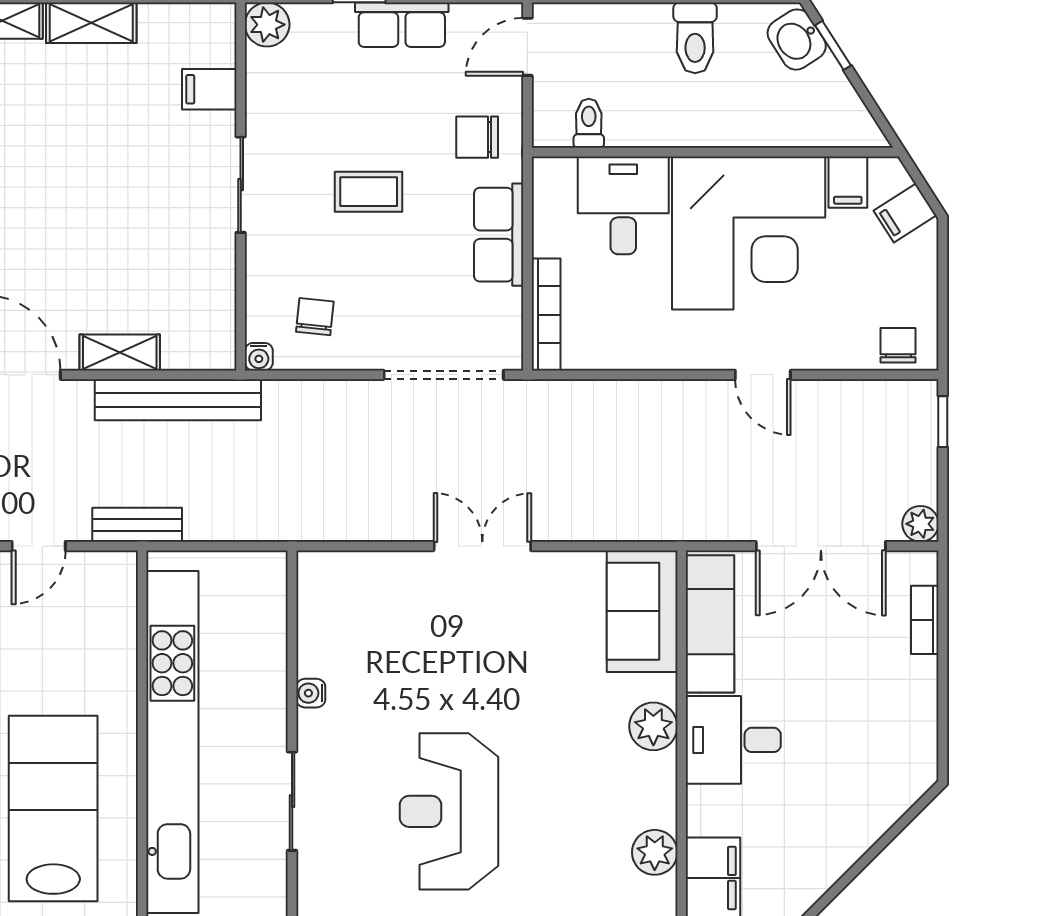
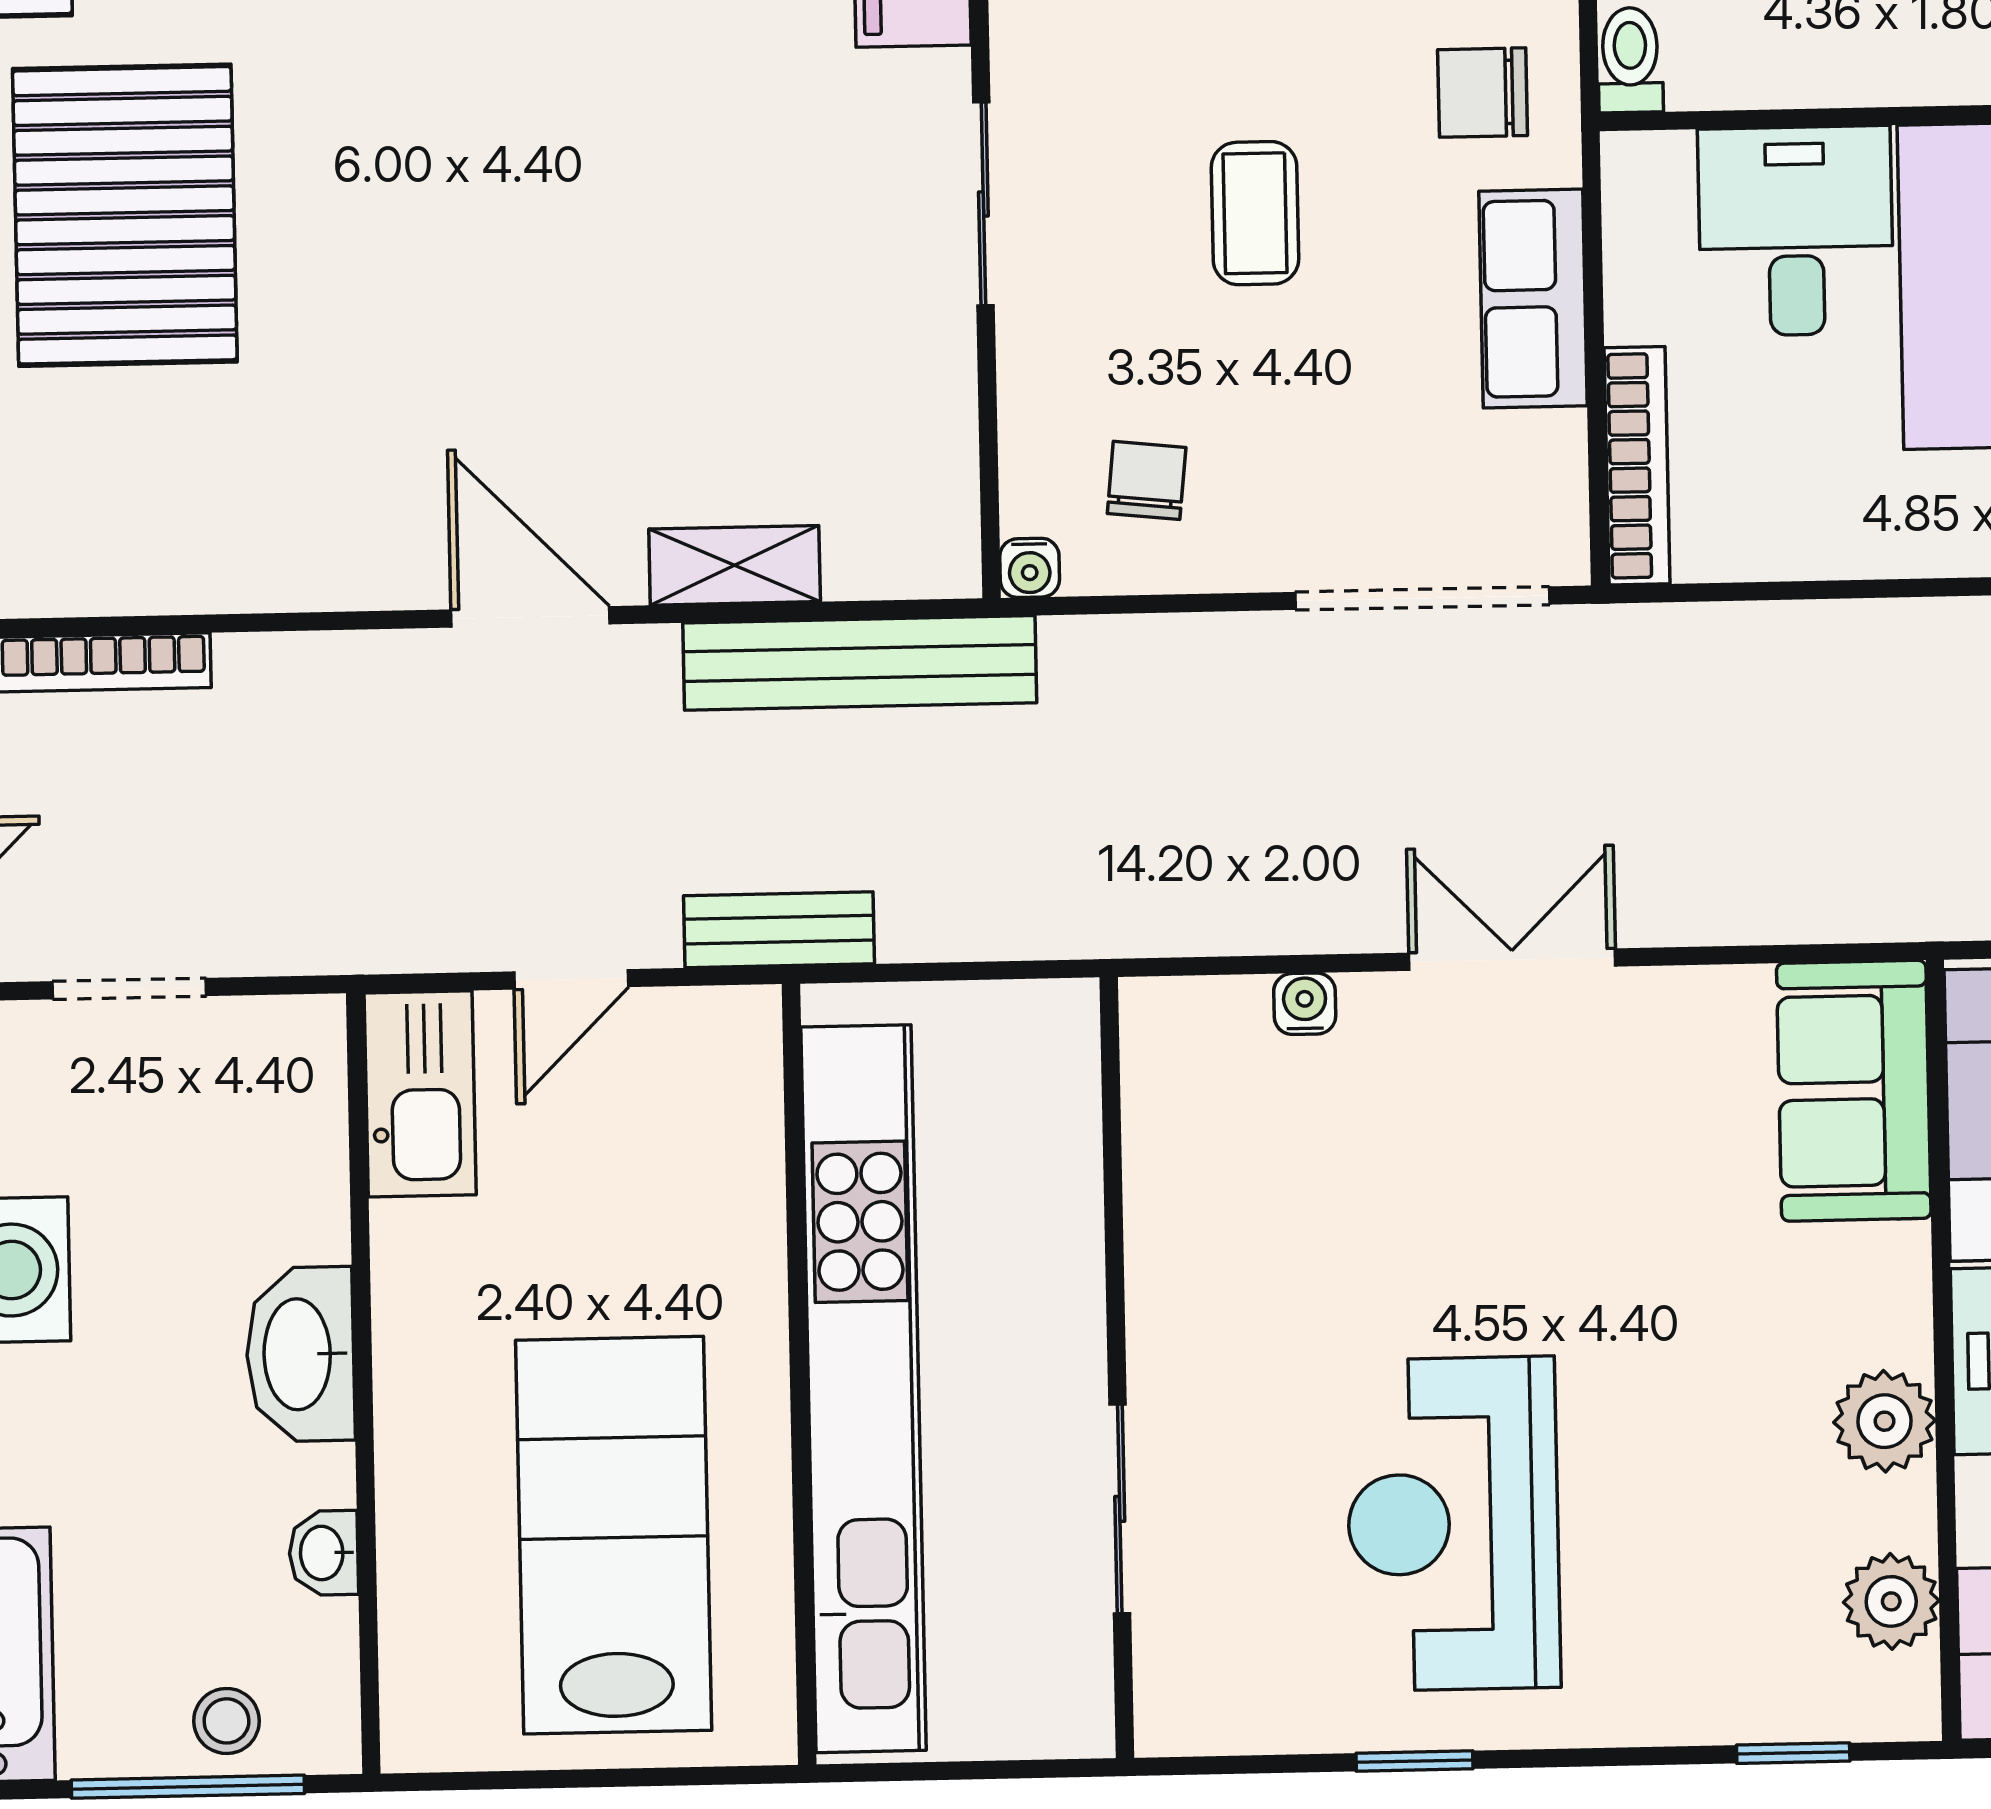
toilet: (589, 123) -> (1630, 60), moved
coffee table: (369, 192) -> (1255, 213), turned 90
water cooler: (311, 693) -> (1305, 1004), moved, turned 90
plant: (653, 726) -> (1885, 1421), moved

